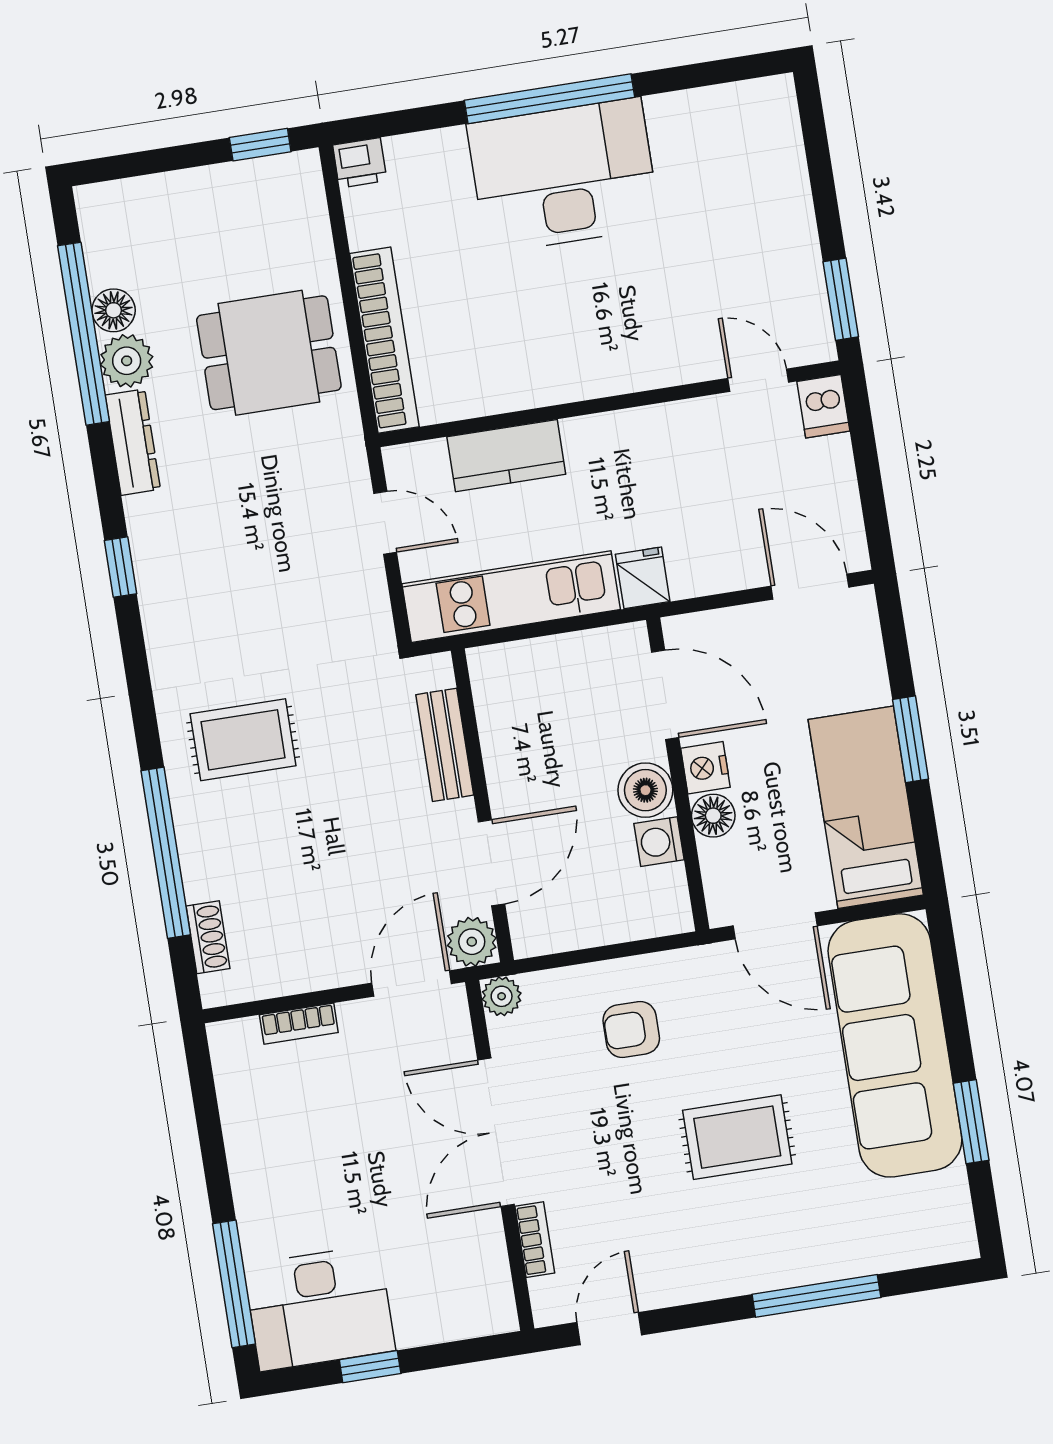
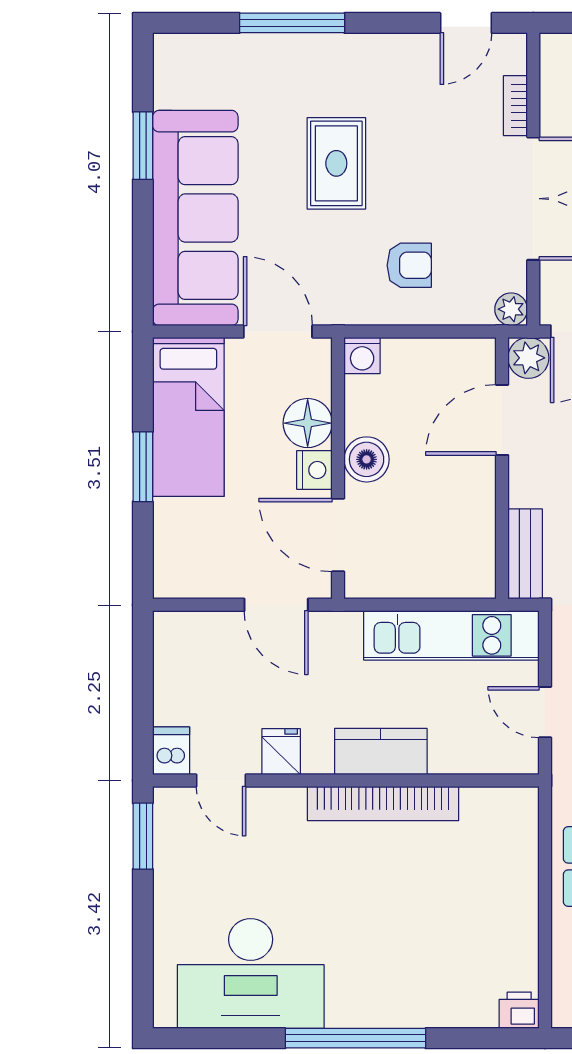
desk: (564, 175) -> (251, 974), moved
bookcase: (384, 340) -> (383, 803), moved, turned -90
kitchen counter: (506, 456) -> (381, 752), moved
fridge: (643, 578) -> (281, 752), moved, turned 180
door: (810, 587) -> (276, 605), moved
bench: (445, 745) -> (525, 554), moved
floor lamp: (713, 816) -> (308, 423), width x1.38, depth x1.38
washing machine: (659, 842) -> (362, 355), moved, turned 90
rug: (737, 1137) -> (336, 163), turned 90

